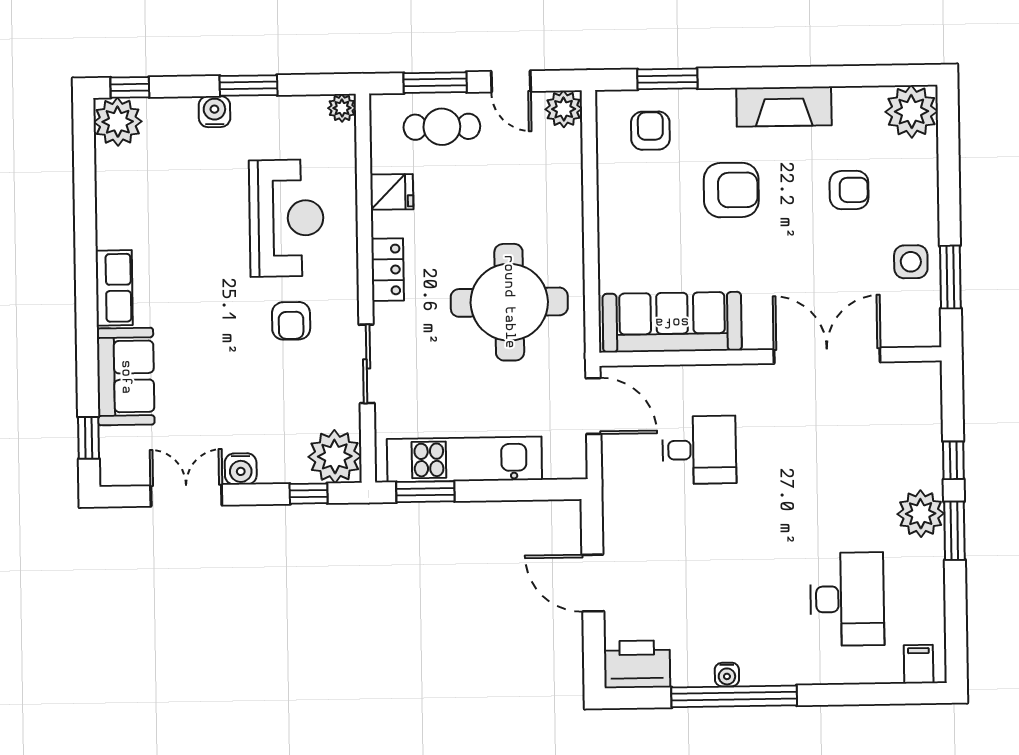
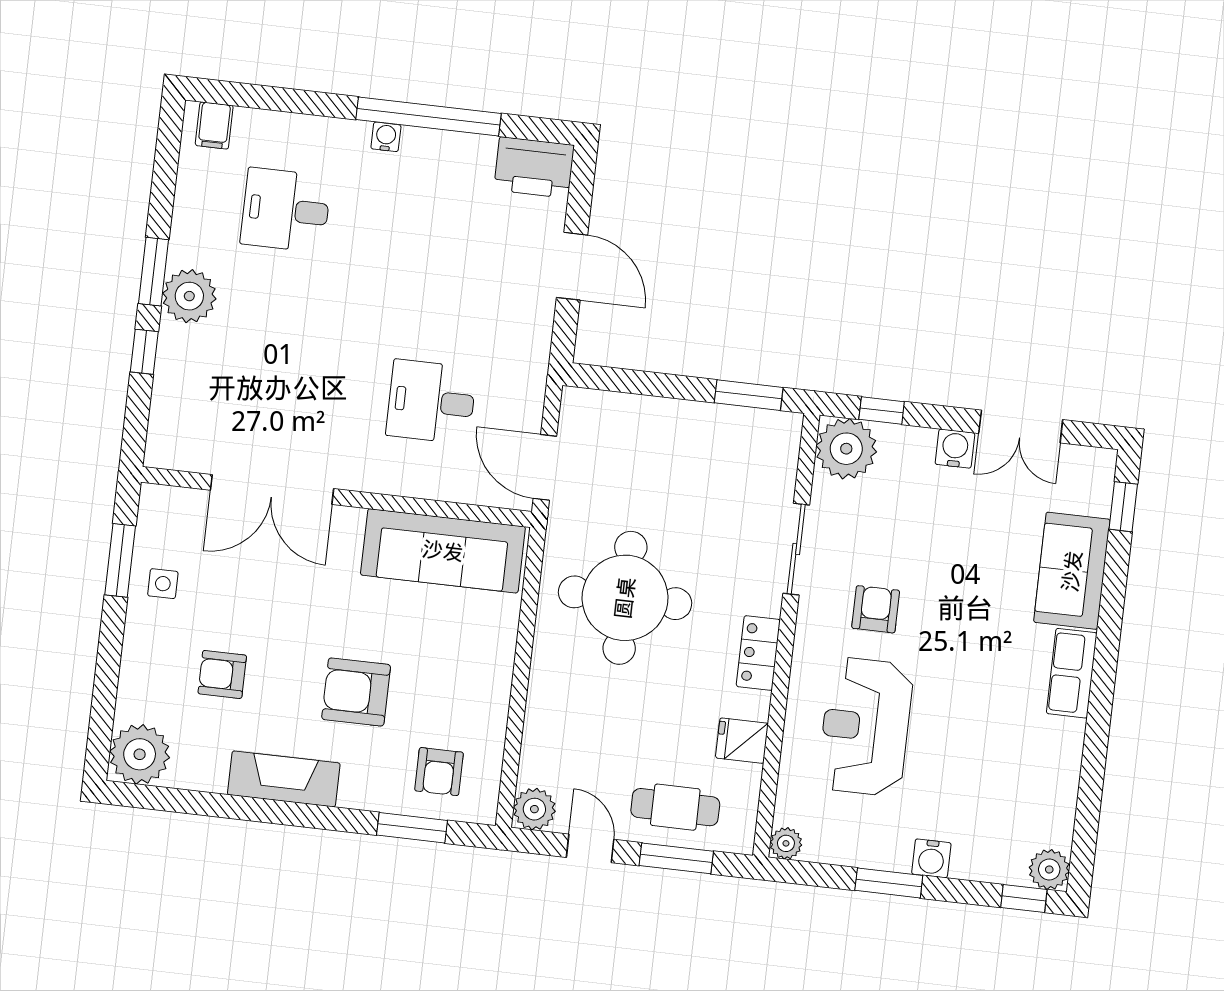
plant: (118, 122) -> (1049, 869), width x0.73, depth x0.73
side table: (911, 262) -> (163, 584), width x0.73, depth x0.73
kitchen unit: (464, 459) -> (699, 426), removed
desk: (847, 599) -> (286, 210), width x0.73
water cooler: (727, 675) -> (386, 137), moved

